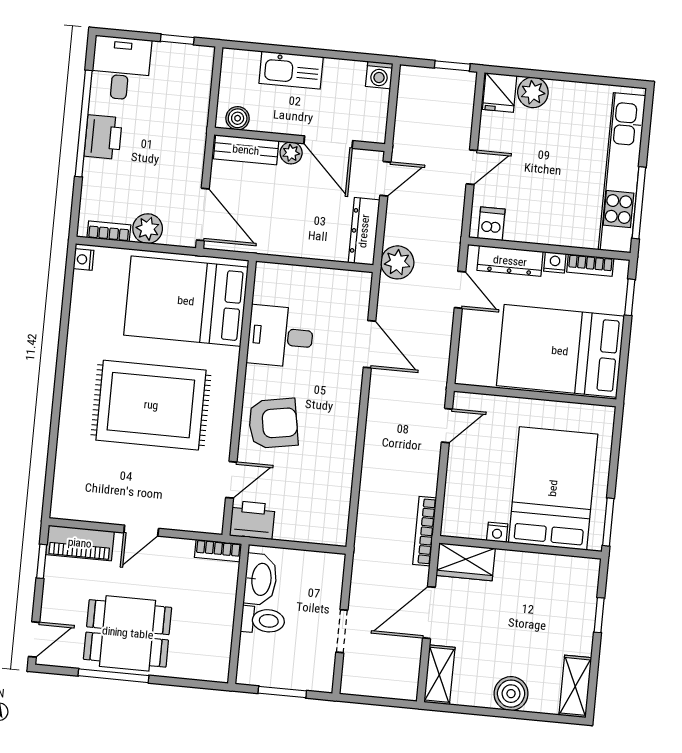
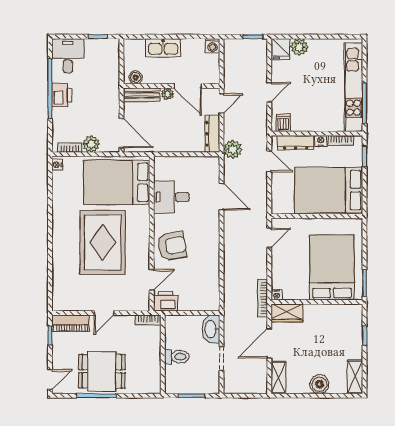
rug: (151, 405) -> (103, 242), turned 90
nightstand: (497, 532) -> (277, 295), moved
washbasin: (261, 579) -> (211, 329), moved, turned 180

